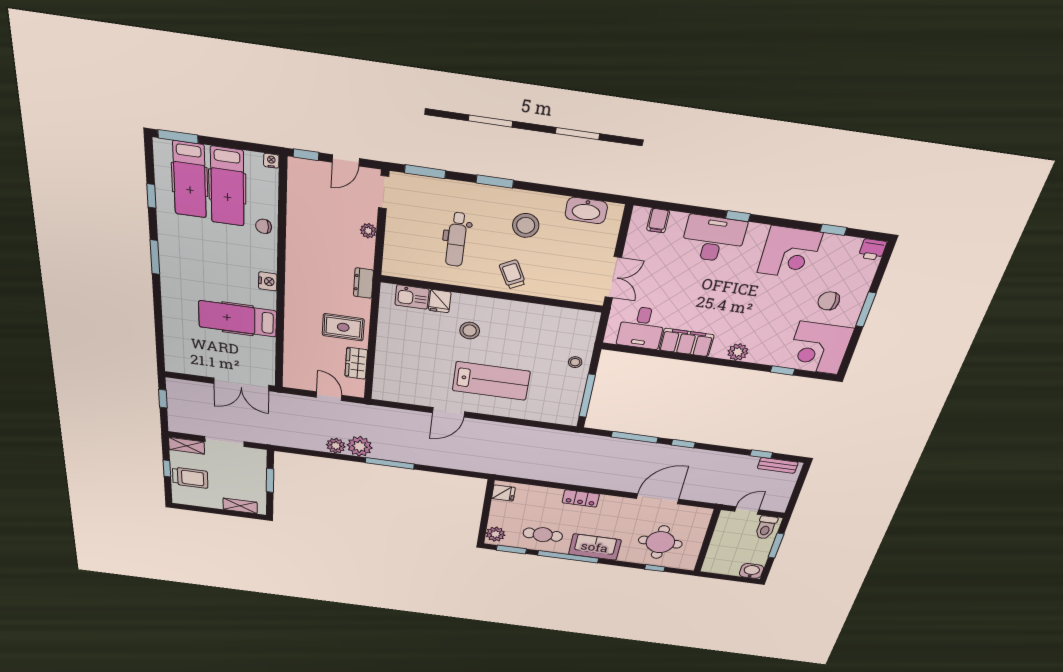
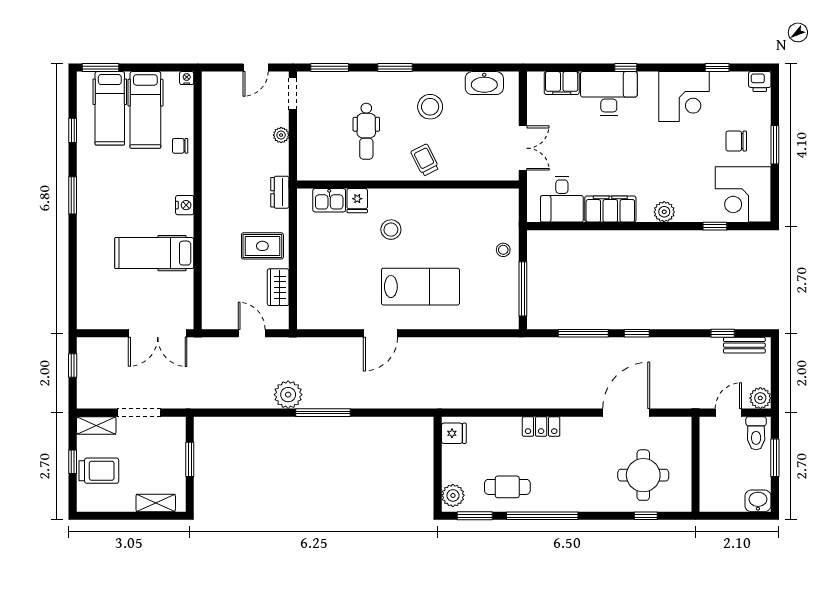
window: (306, 155) -> (219, 67), removed
filing cabinet: (658, 221) -> (562, 83), width x2.00
plant: (336, 446) -> (760, 398), moved
sofa: (595, 547) -> (570, 495), removed

